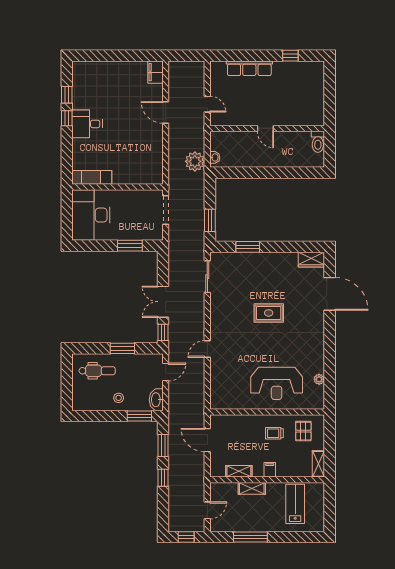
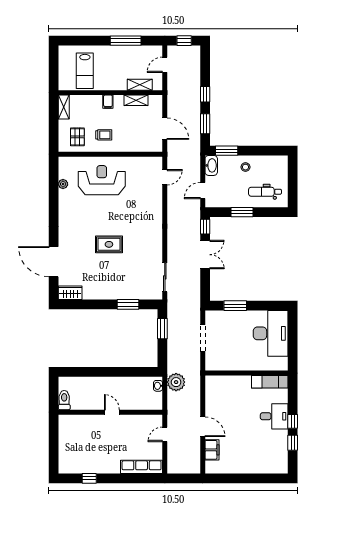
row of seats: (249, 68) -> (142, 467), moved
filing cabinet: (155, 72) -> (212, 450), moved
door: (207, 104) -> (165, 434), hinge flipped
exam couch: (92, 177) -> (270, 382), moved
wall: (117, 187) -> (246, 373), moved
door: (207, 349) -> (165, 177), moved
shelving: (252, 488) -> (140, 85), moved

